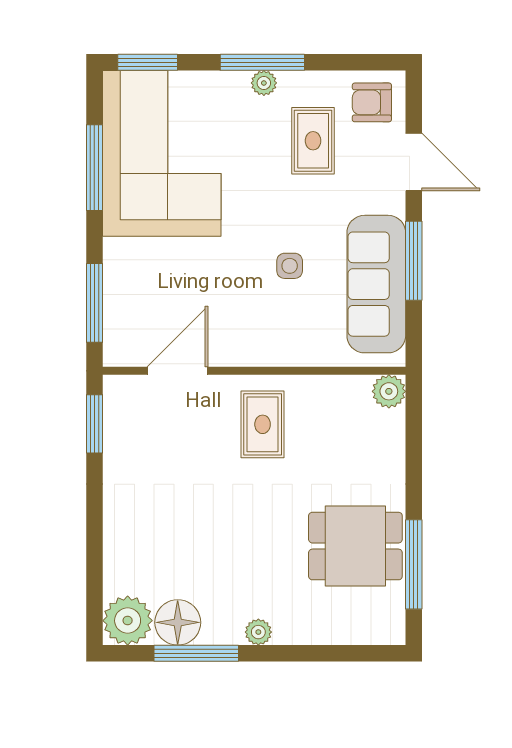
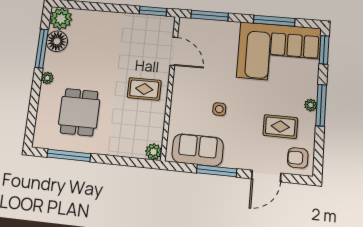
armchair: (372, 102) -> (298, 158), turned -90
sofa: (376, 284) -> (198, 150), width x0.73
dining table: (355, 546) -> (79, 112), moved

